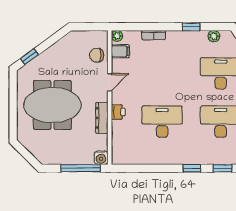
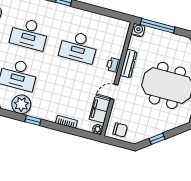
plant: (214, 36) -> (21, 104), width x1.87, depth x1.87
filing cabinet: (120, 51) -> (100, 110), width x2.00
chair: (97, 55) -> (120, 130), moved
window: (29, 57) -> (157, 139), moved

